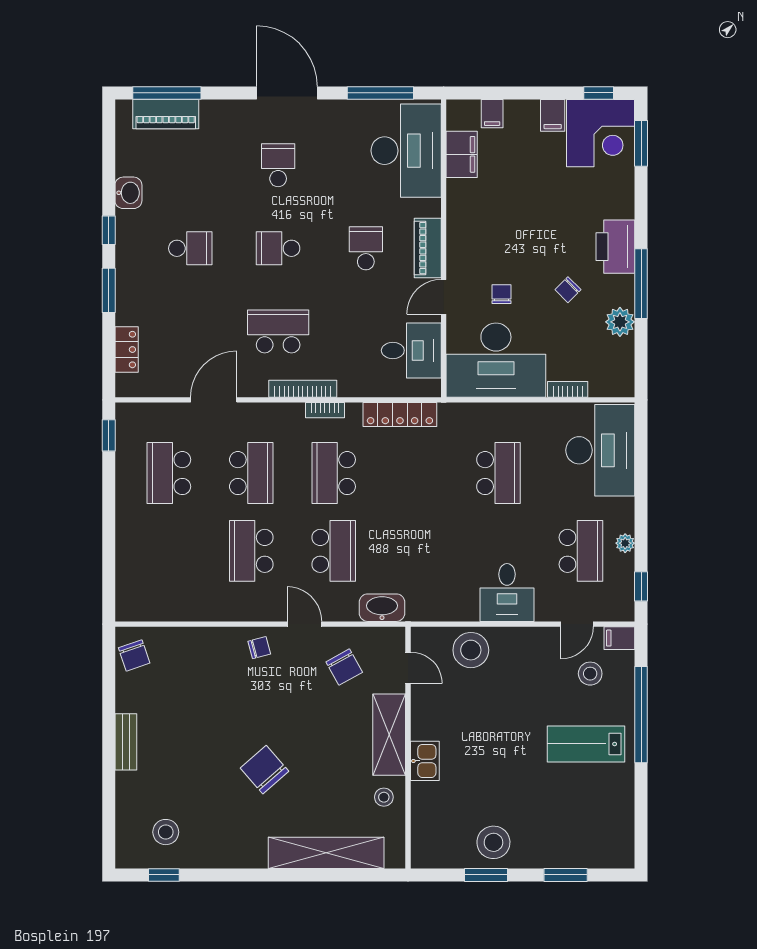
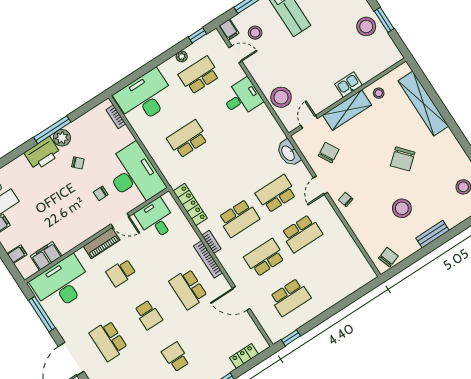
school desk: (278, 165) -> (108, 341), width x1.85
plant: (620, 322) -> (62, 138), moved
bookcase: (568, 389) -> (116, 117), moved
stool: (193, 722) -> (402, 208), added

